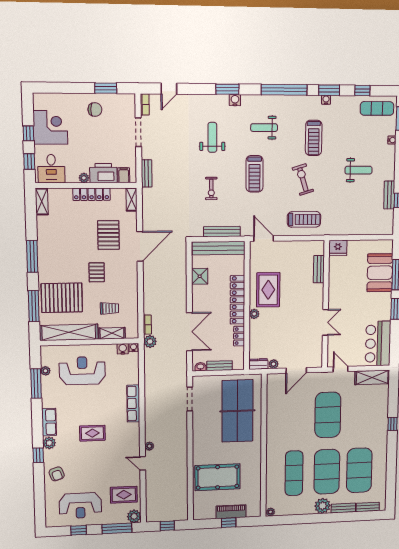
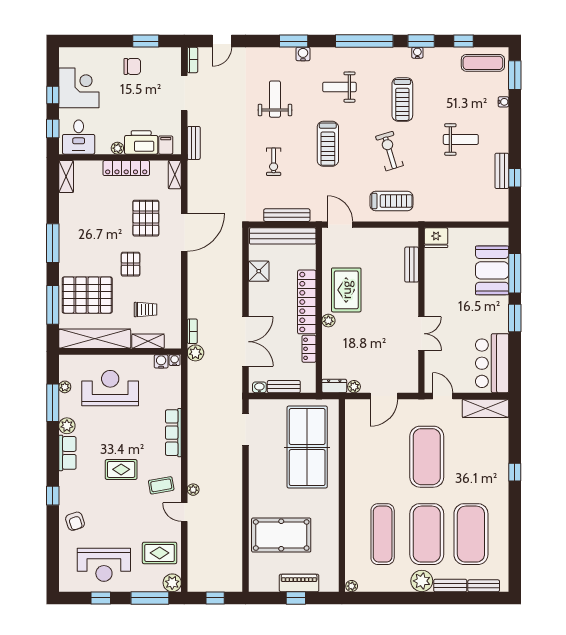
plant: (49, 443) -> (67, 426), moved
coffee table: (124, 444) -> (161, 485), added

